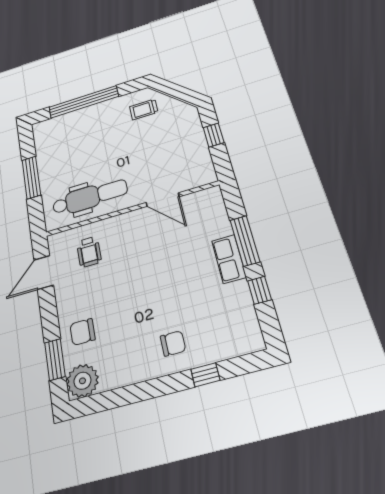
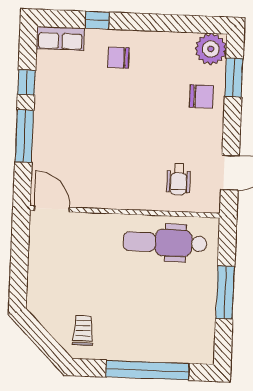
trolley: (144, 109) -> (83, 330), turned -90
window: (214, 135) -> (19, 267), removed
door: (163, 200) -> (52, 209), moved
wheelchair: (89, 252) -> (179, 179), turned 180
row of seats: (229, 259) -> (60, 38), moved, turned 90

